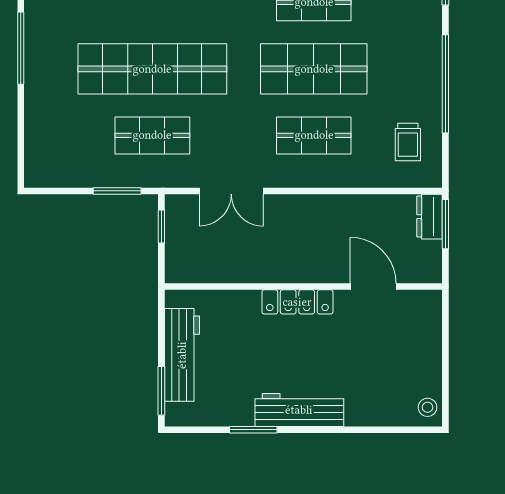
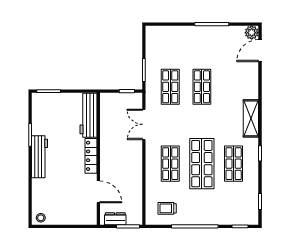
shop shelf: (152, 69) -> (202, 87), width x0.50, depth x0.74
dresser: (430, 217) -> (115, 219), moved
door: (373, 286) -> (98, 192), hinge flipped
workbench: (182, 355) -> (88, 115), moved, turned 90

